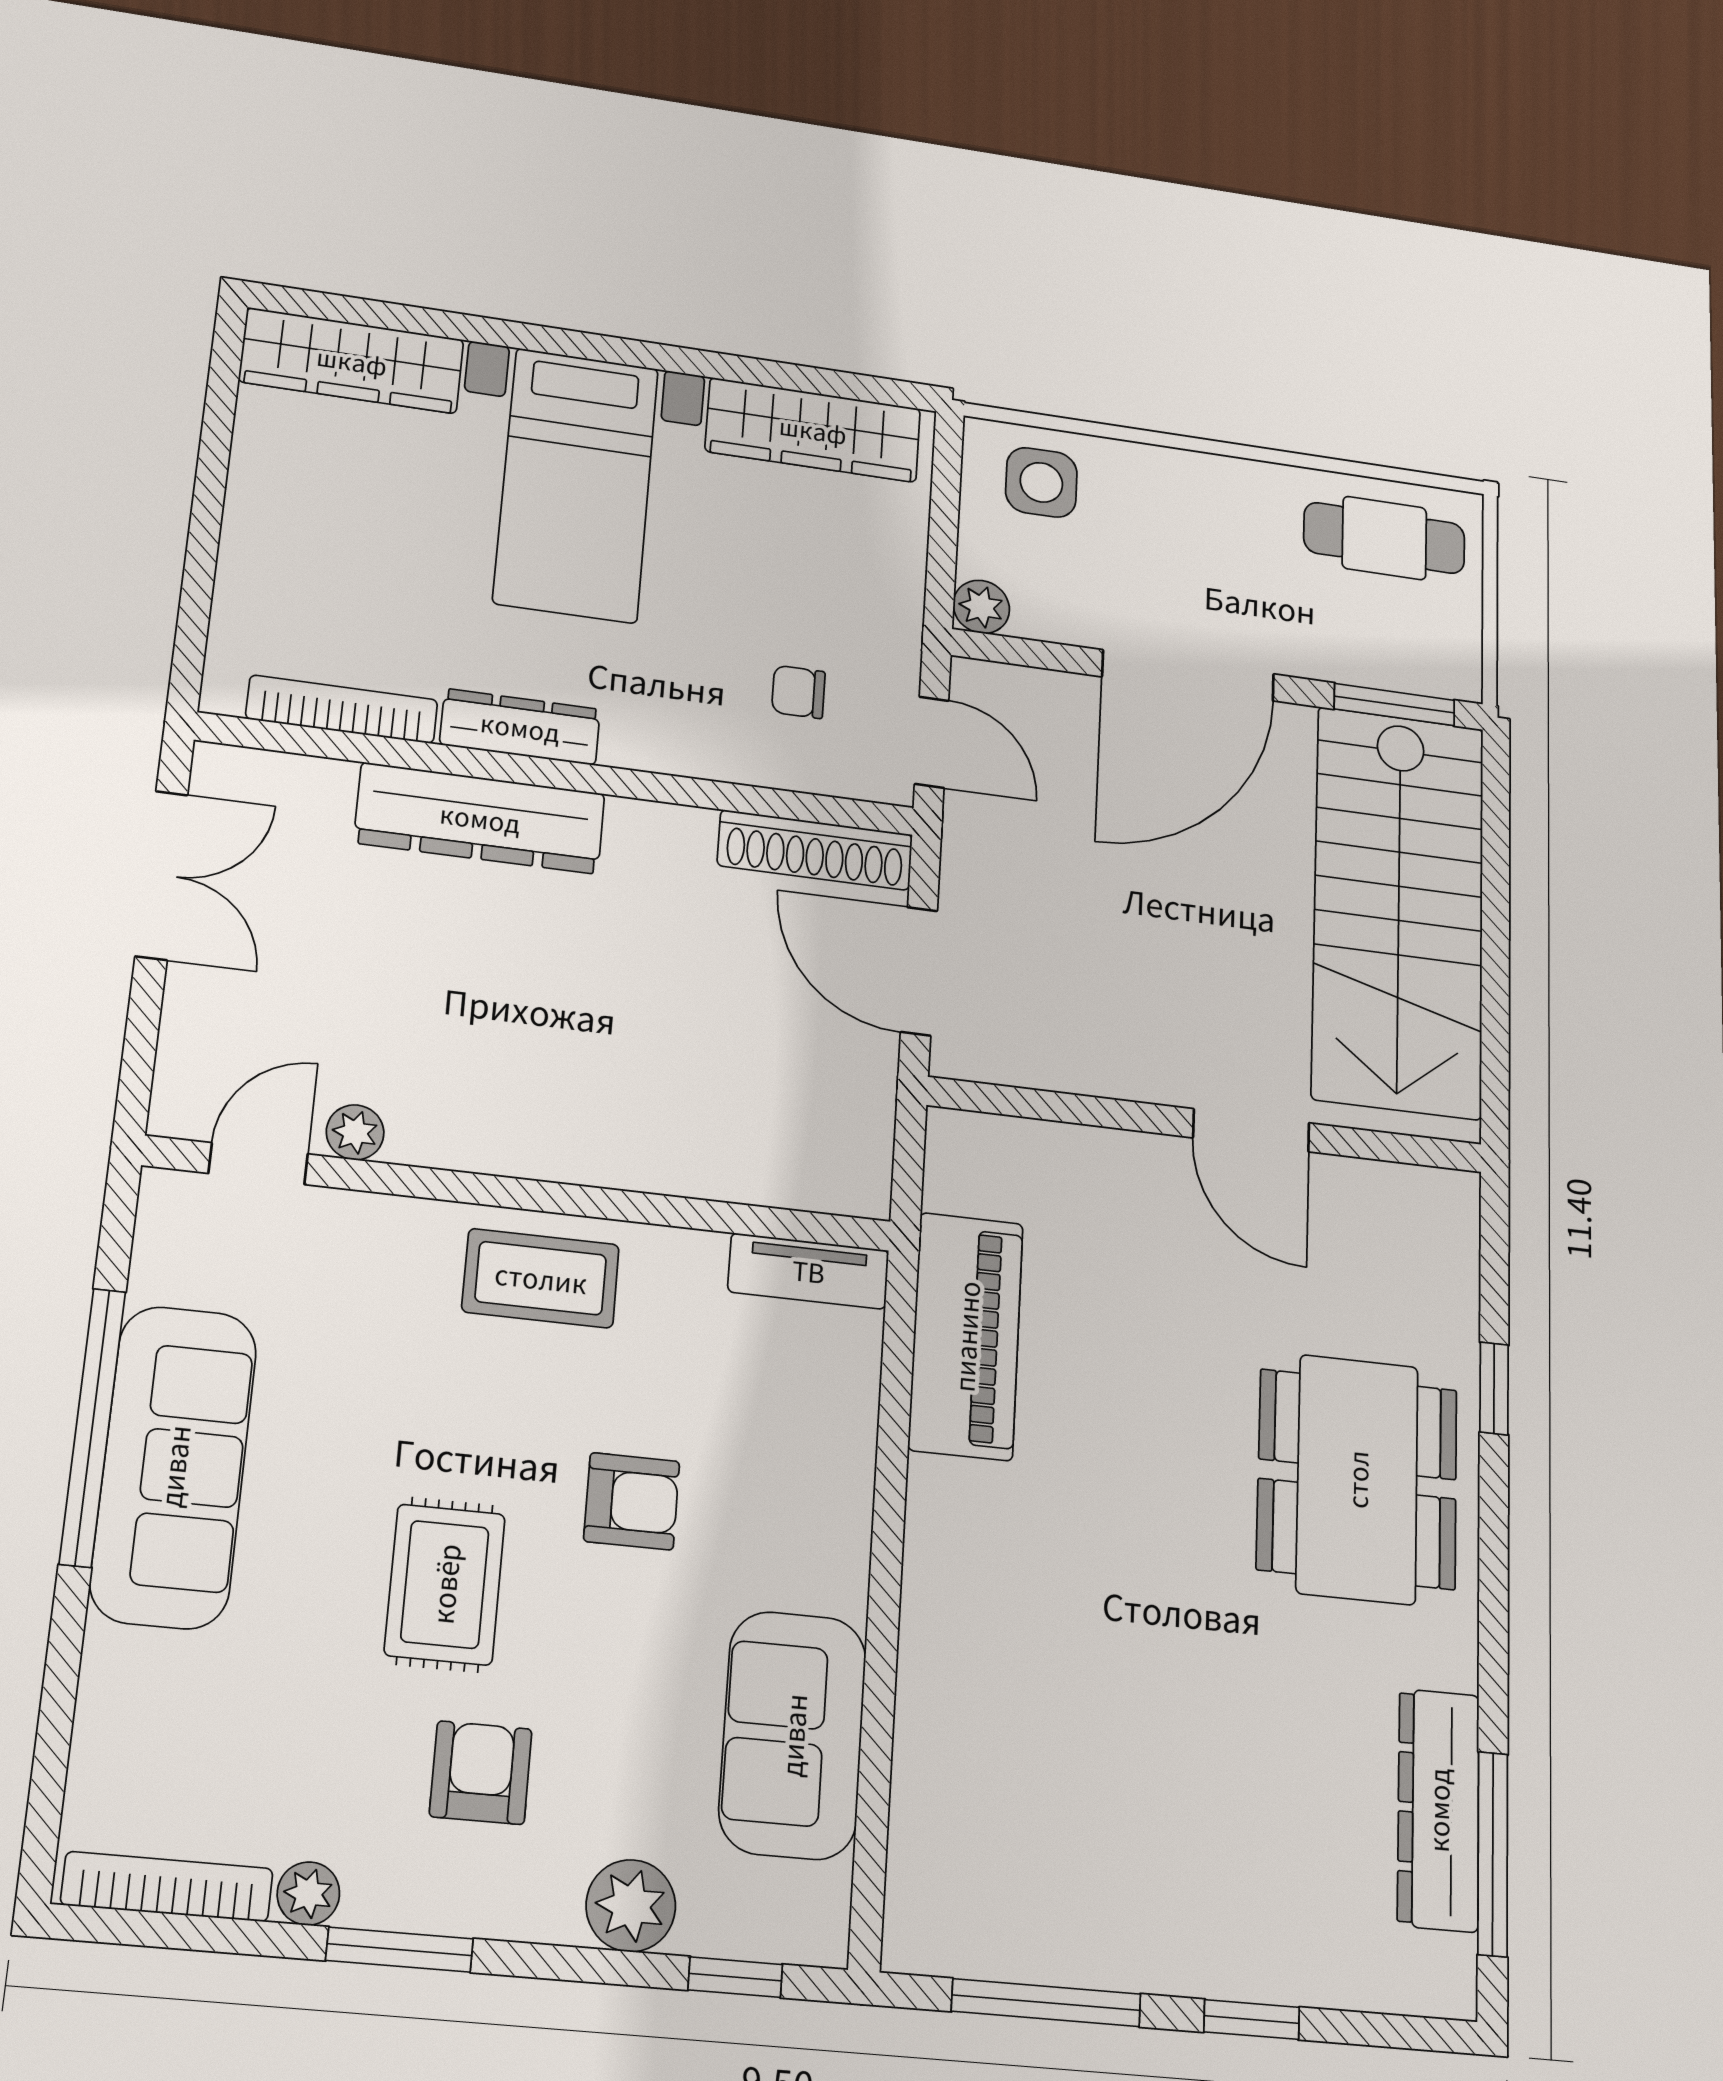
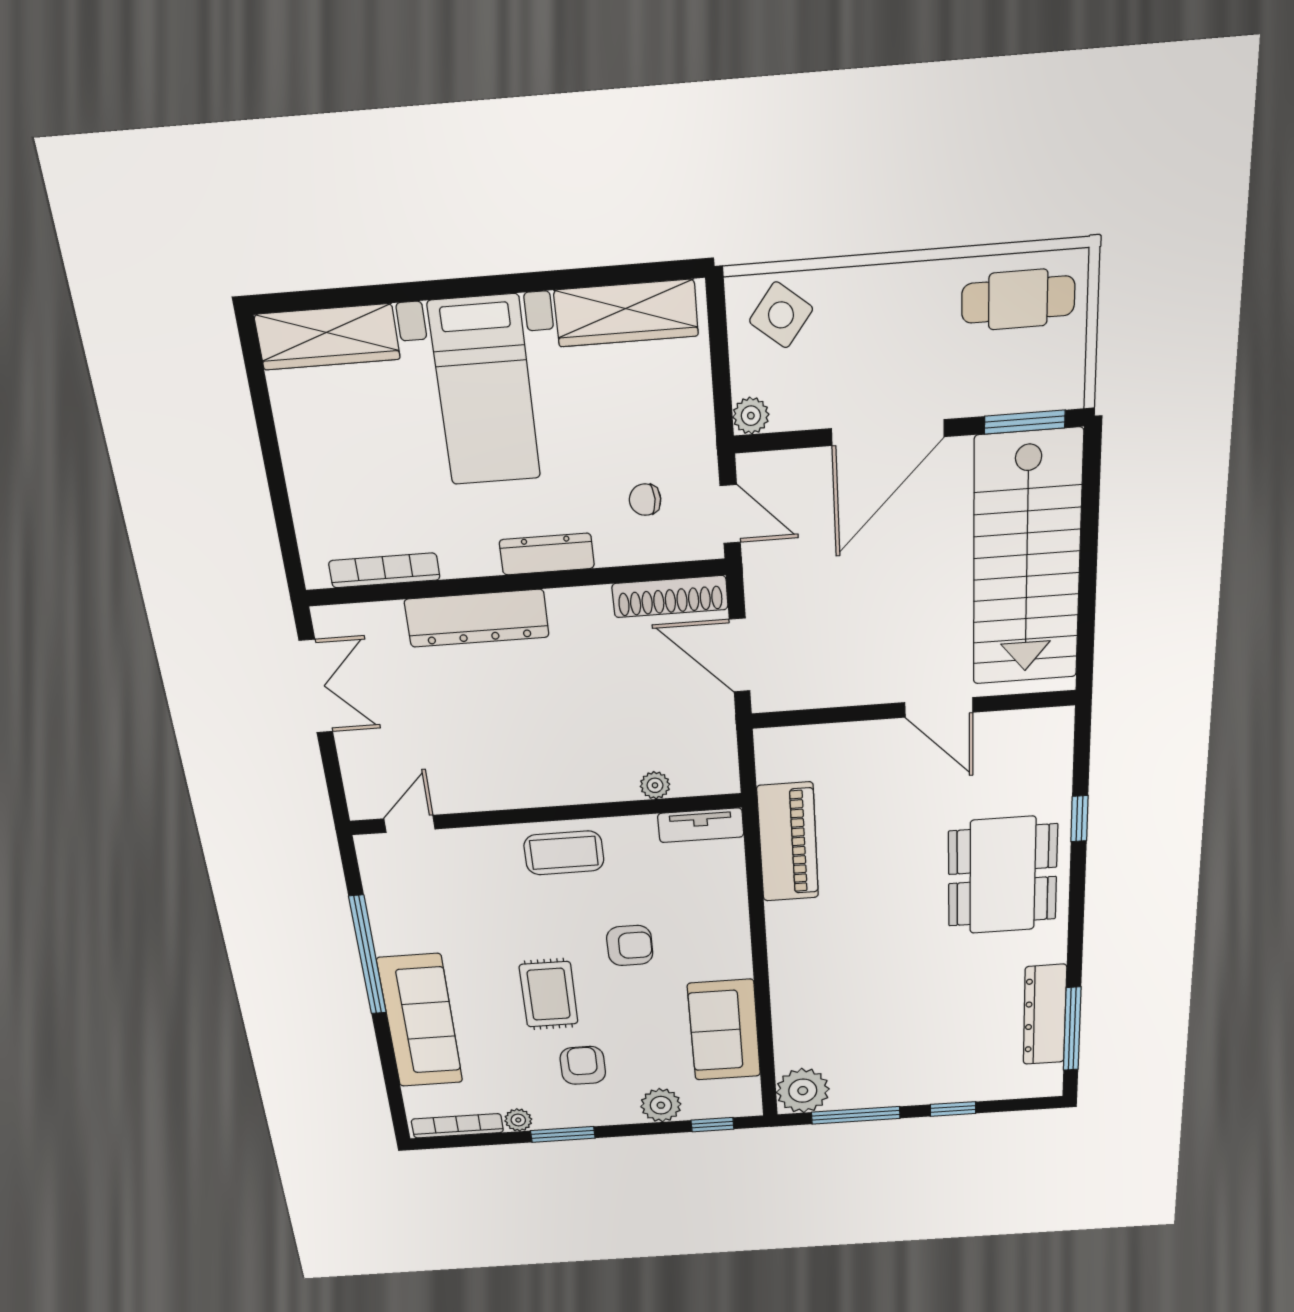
side table: (1041, 482) -> (781, 315), turned 38
dresser: (520, 727) -> (547, 554), moved
plant: (355, 1132) -> (655, 785), moved
sofa: (174, 1466) -> (420, 1021), moved
plant: (939, 1918) -> (803, 1091), added

